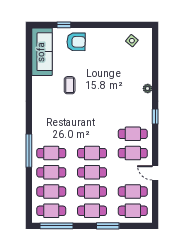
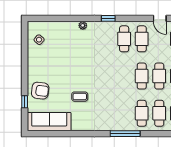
armchair: (76, 42) -> (40, 91), turned 97
window: (29, 151) -> (125, 134), moved
door: (155, 173) -> (160, 18), hinge flipped

